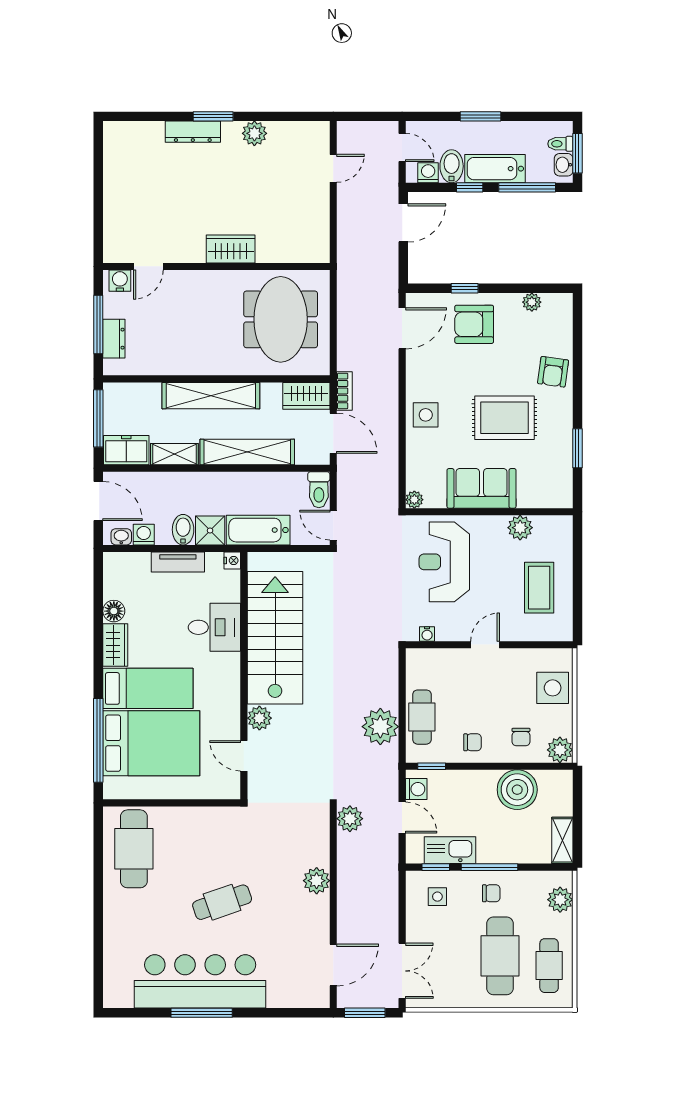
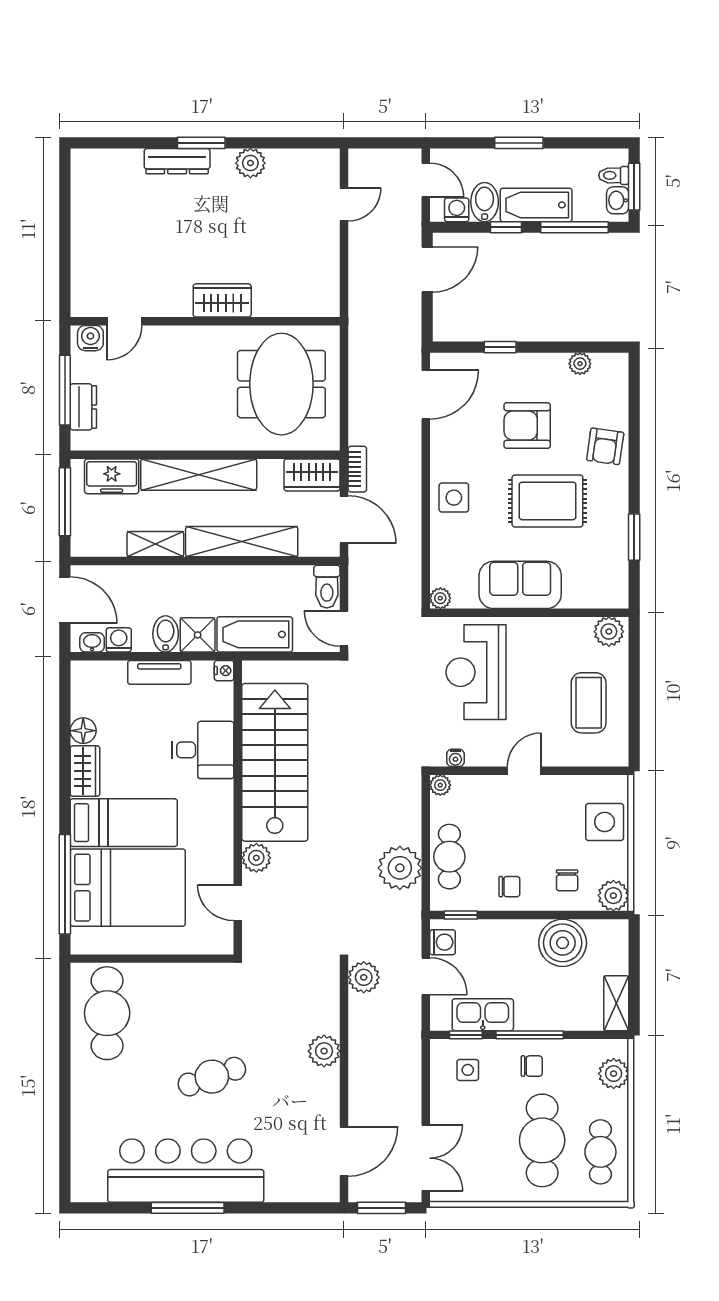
armchair: (474, 324) -> (527, 426), moved
freezer: (126, 450) -> (112, 476), moved, turned 180
plant: (520, 528) -> (609, 632), moved
plant: (414, 657) -> (440, 785), added

